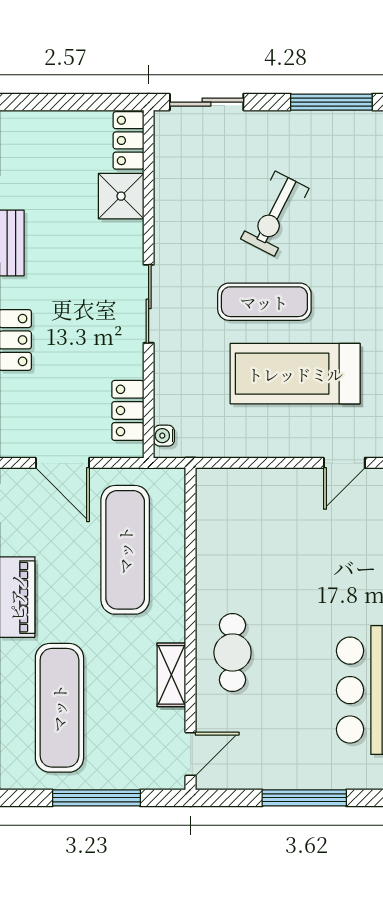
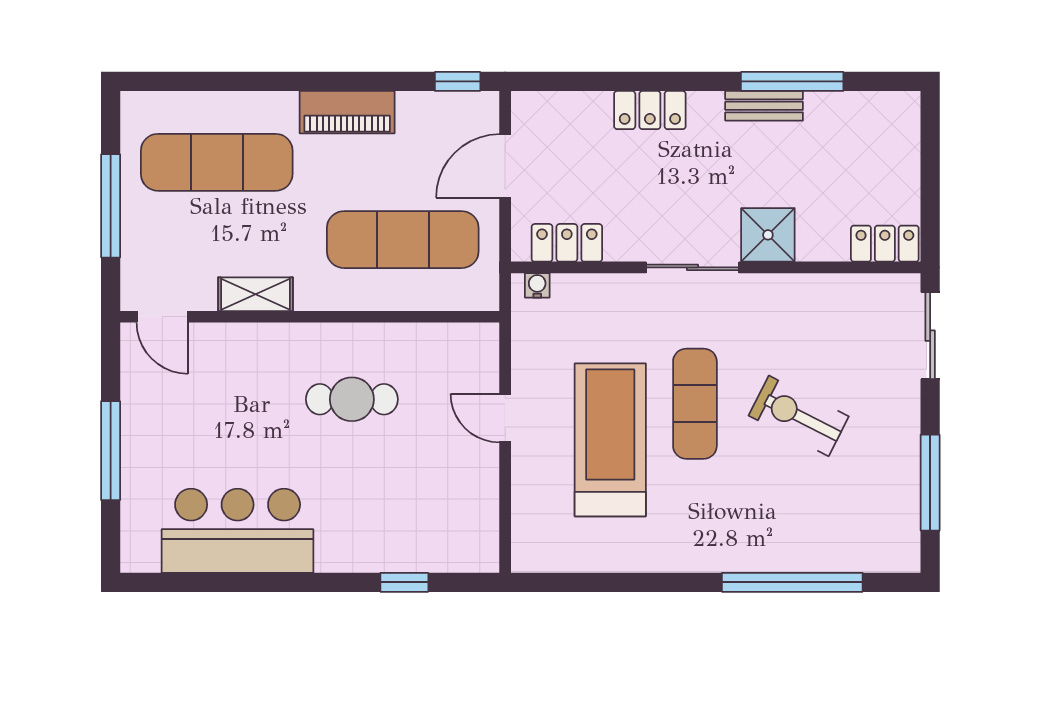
shower: (121, 196) -> (768, 235), moved
door: (344, 463) -> (505, 418), moved
cafe table: (233, 652) -> (352, 399), moved

